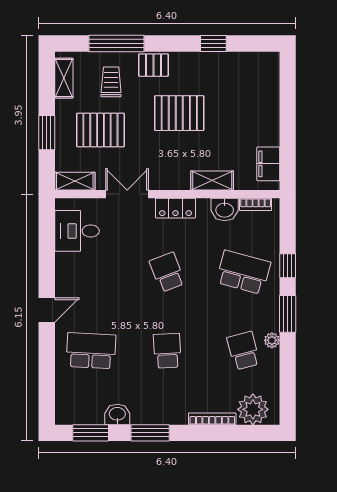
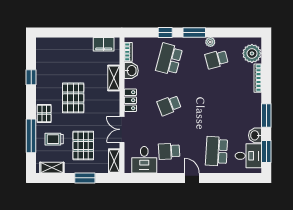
school desk: (167, 351) -> (169, 151), moved
desk: (83, 403) -> (248, 156), added

